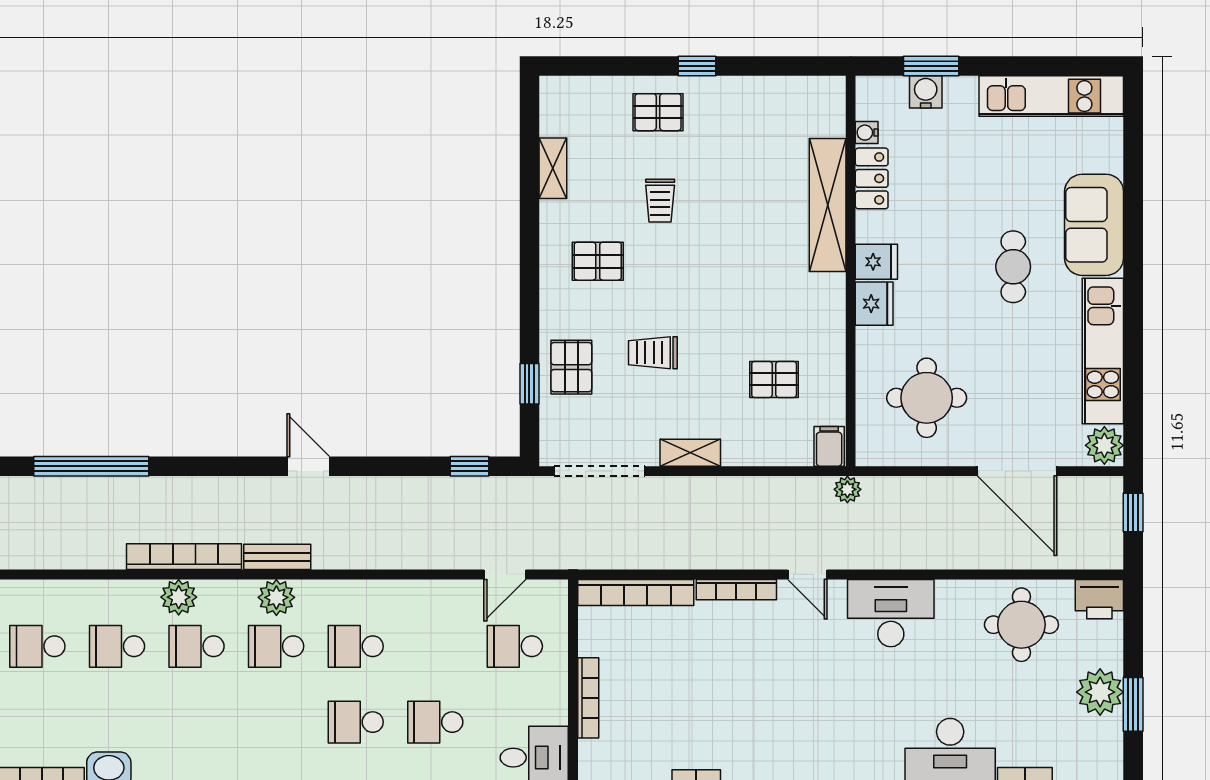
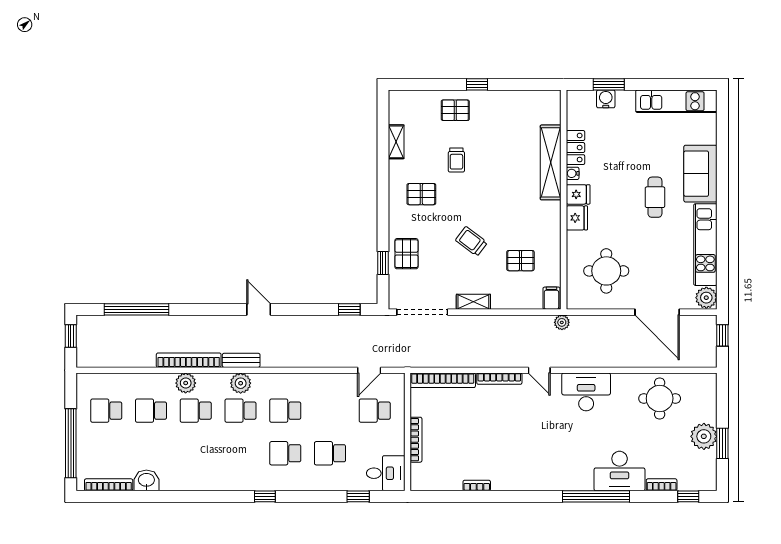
water cooler: (867, 133) -> (573, 173), moved
trolley: (653, 353) -> (471, 241), moved, turned 37
printer: (1099, 599) -> (703, 384), removed

